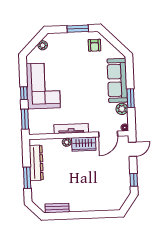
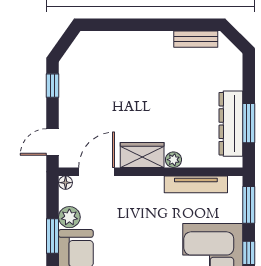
tv unit: (71, 129) -> (196, 184), moved
window: (27, 178) -> (249, 123), moved

